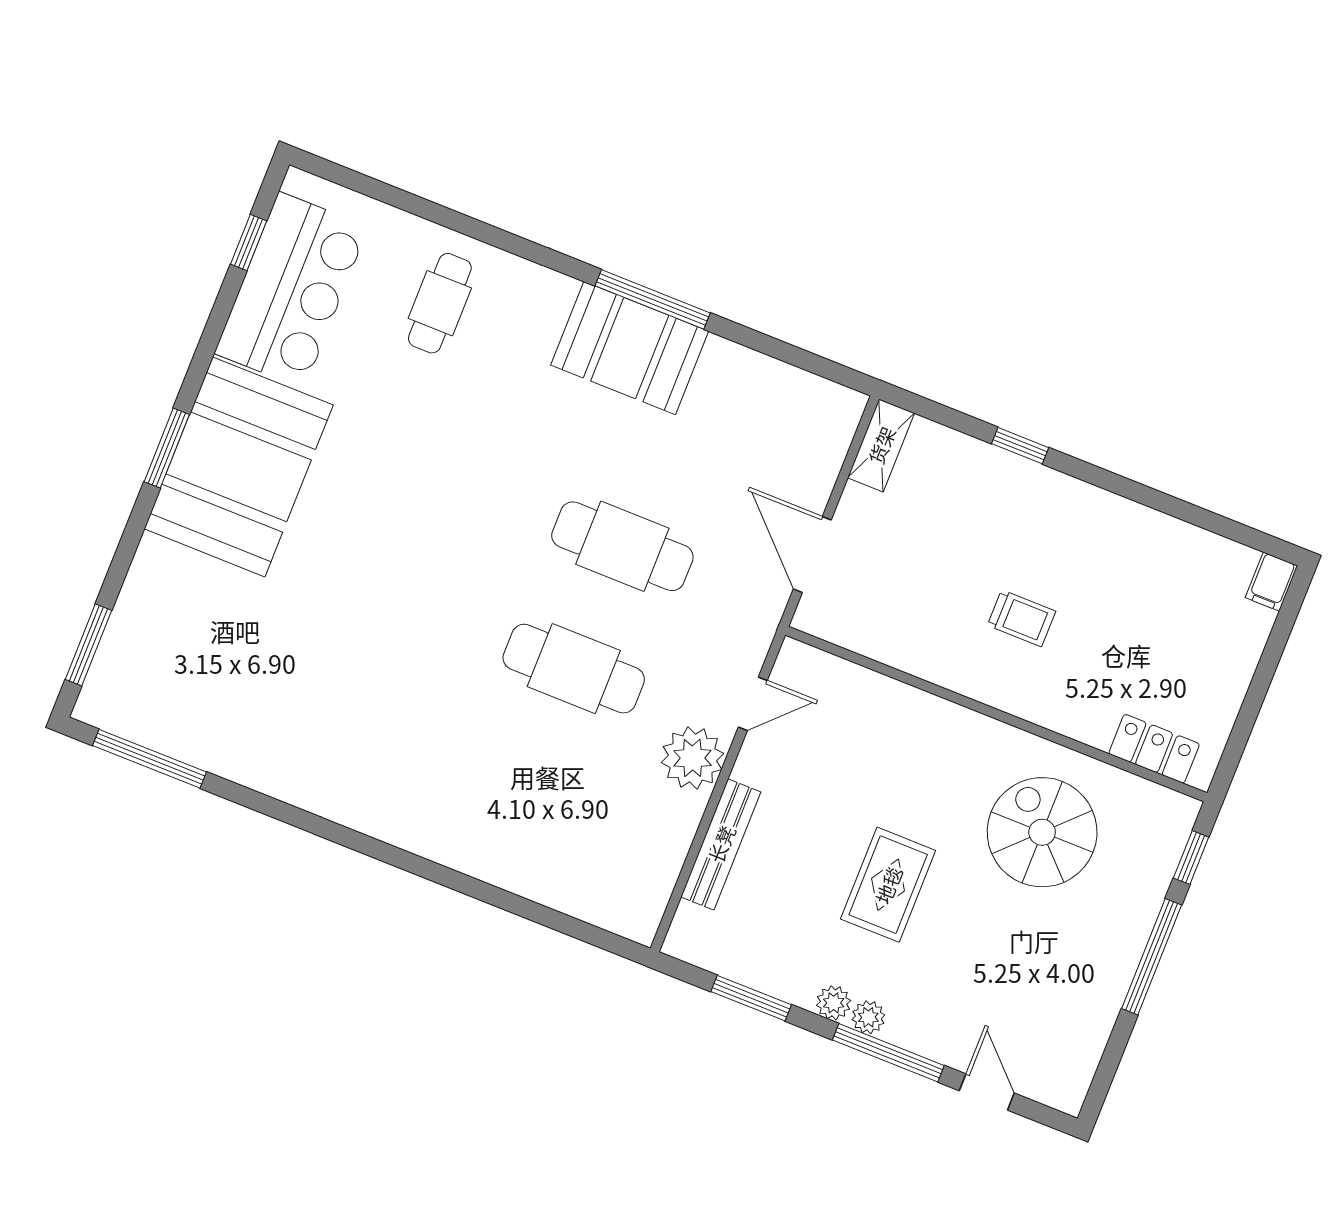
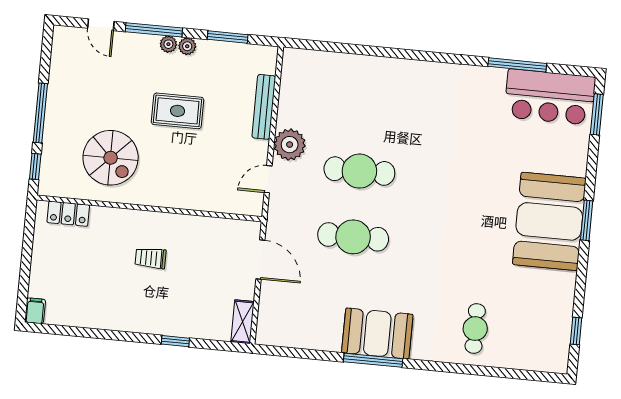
bar counter: (291, 290) -> (550, 97), moved, turned -90
window: (150, 759) -> (517, 65), moved
rug: (888, 885) -> (178, 111), turned 90

